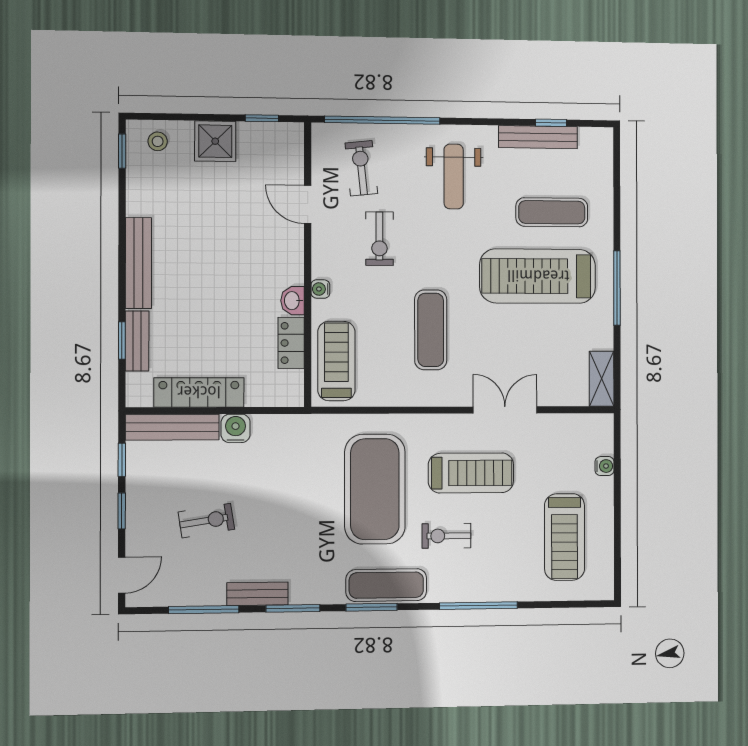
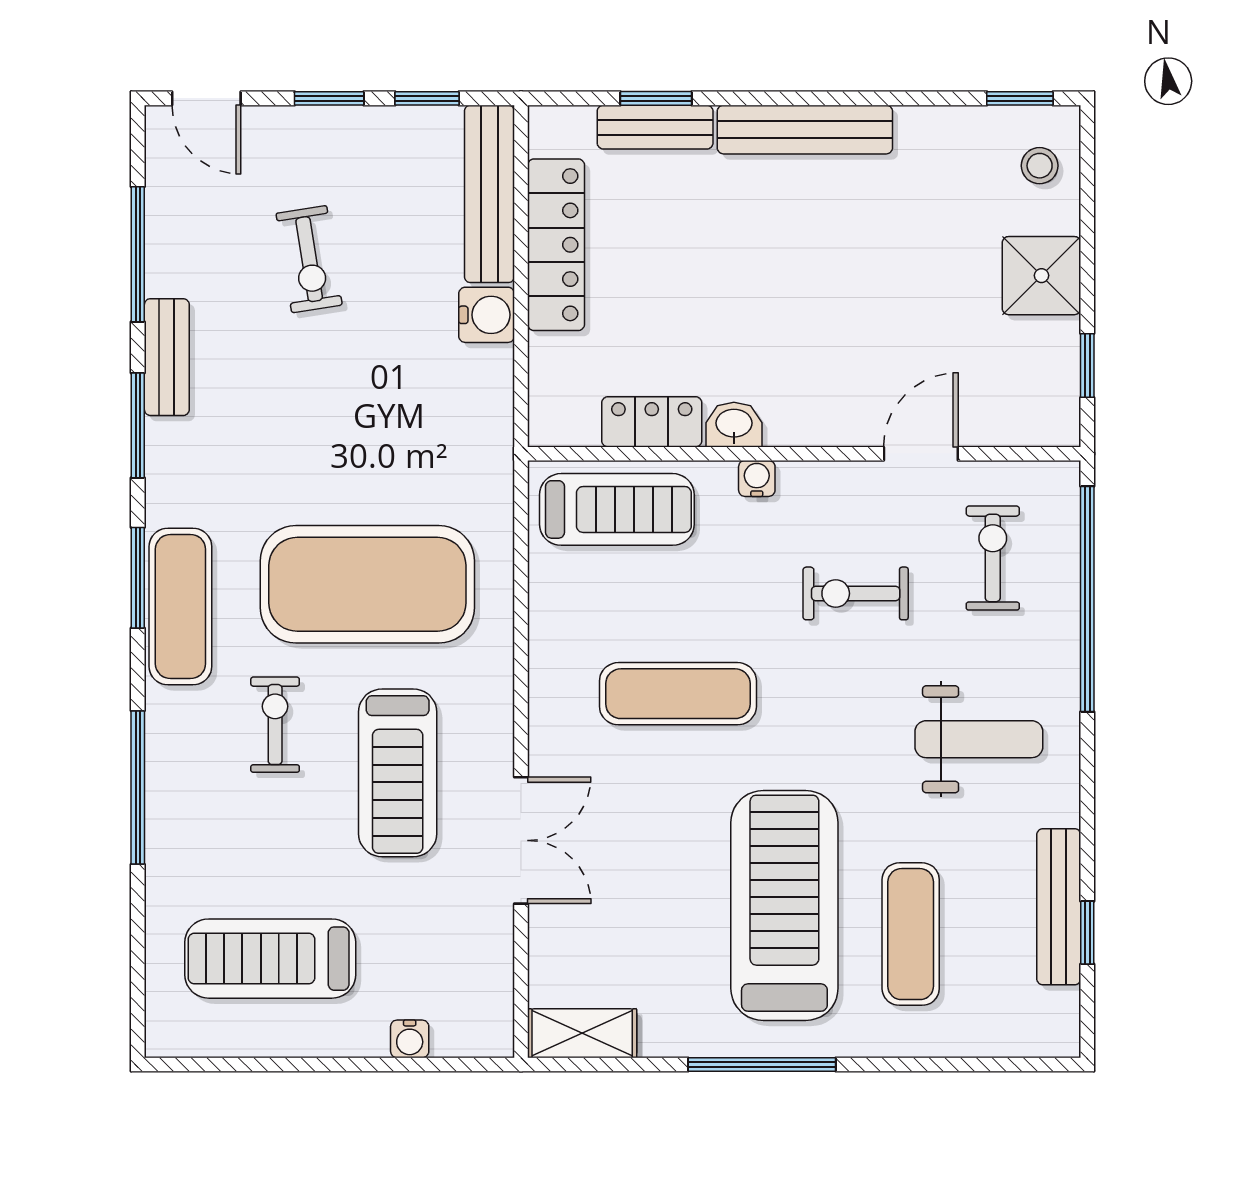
exercise bike: (361, 168) -> (993, 558), turned -84
weight bench: (454, 177) -> (979, 739), turned 180

